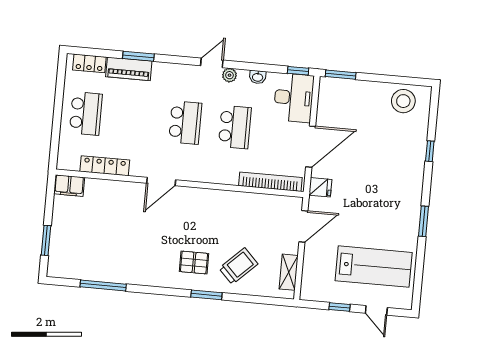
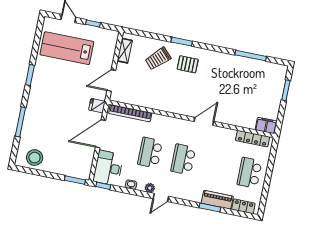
window: (430, 151) -> (20, 122), width x2.17
locker: (105, 166) -> (253, 139), moved

